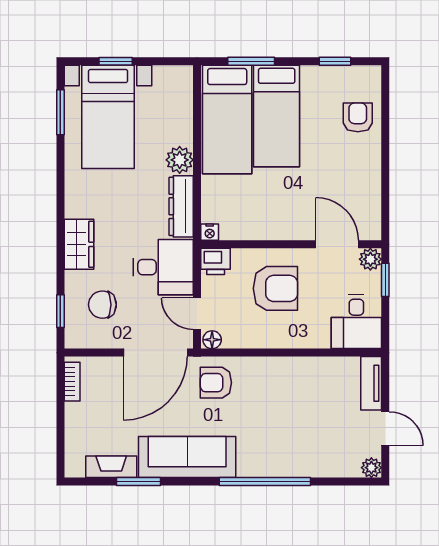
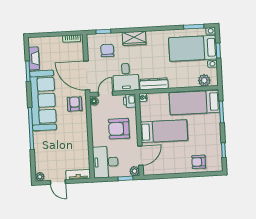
bed: (277, 116) -> (164, 131), moved, turned 180
armchair: (358, 117) -> (199, 162), turned 180
plant: (180, 160) -> (204, 80), moved
armchair: (275, 288) -> (119, 129), turned 90
desk: (356, 322) -> (106, 162), width x1.37
door: (385, 429) -> (58, 182), hinge flipped
sofa: (187, 457) -> (43, 100), width x1.36, depth x1.27

